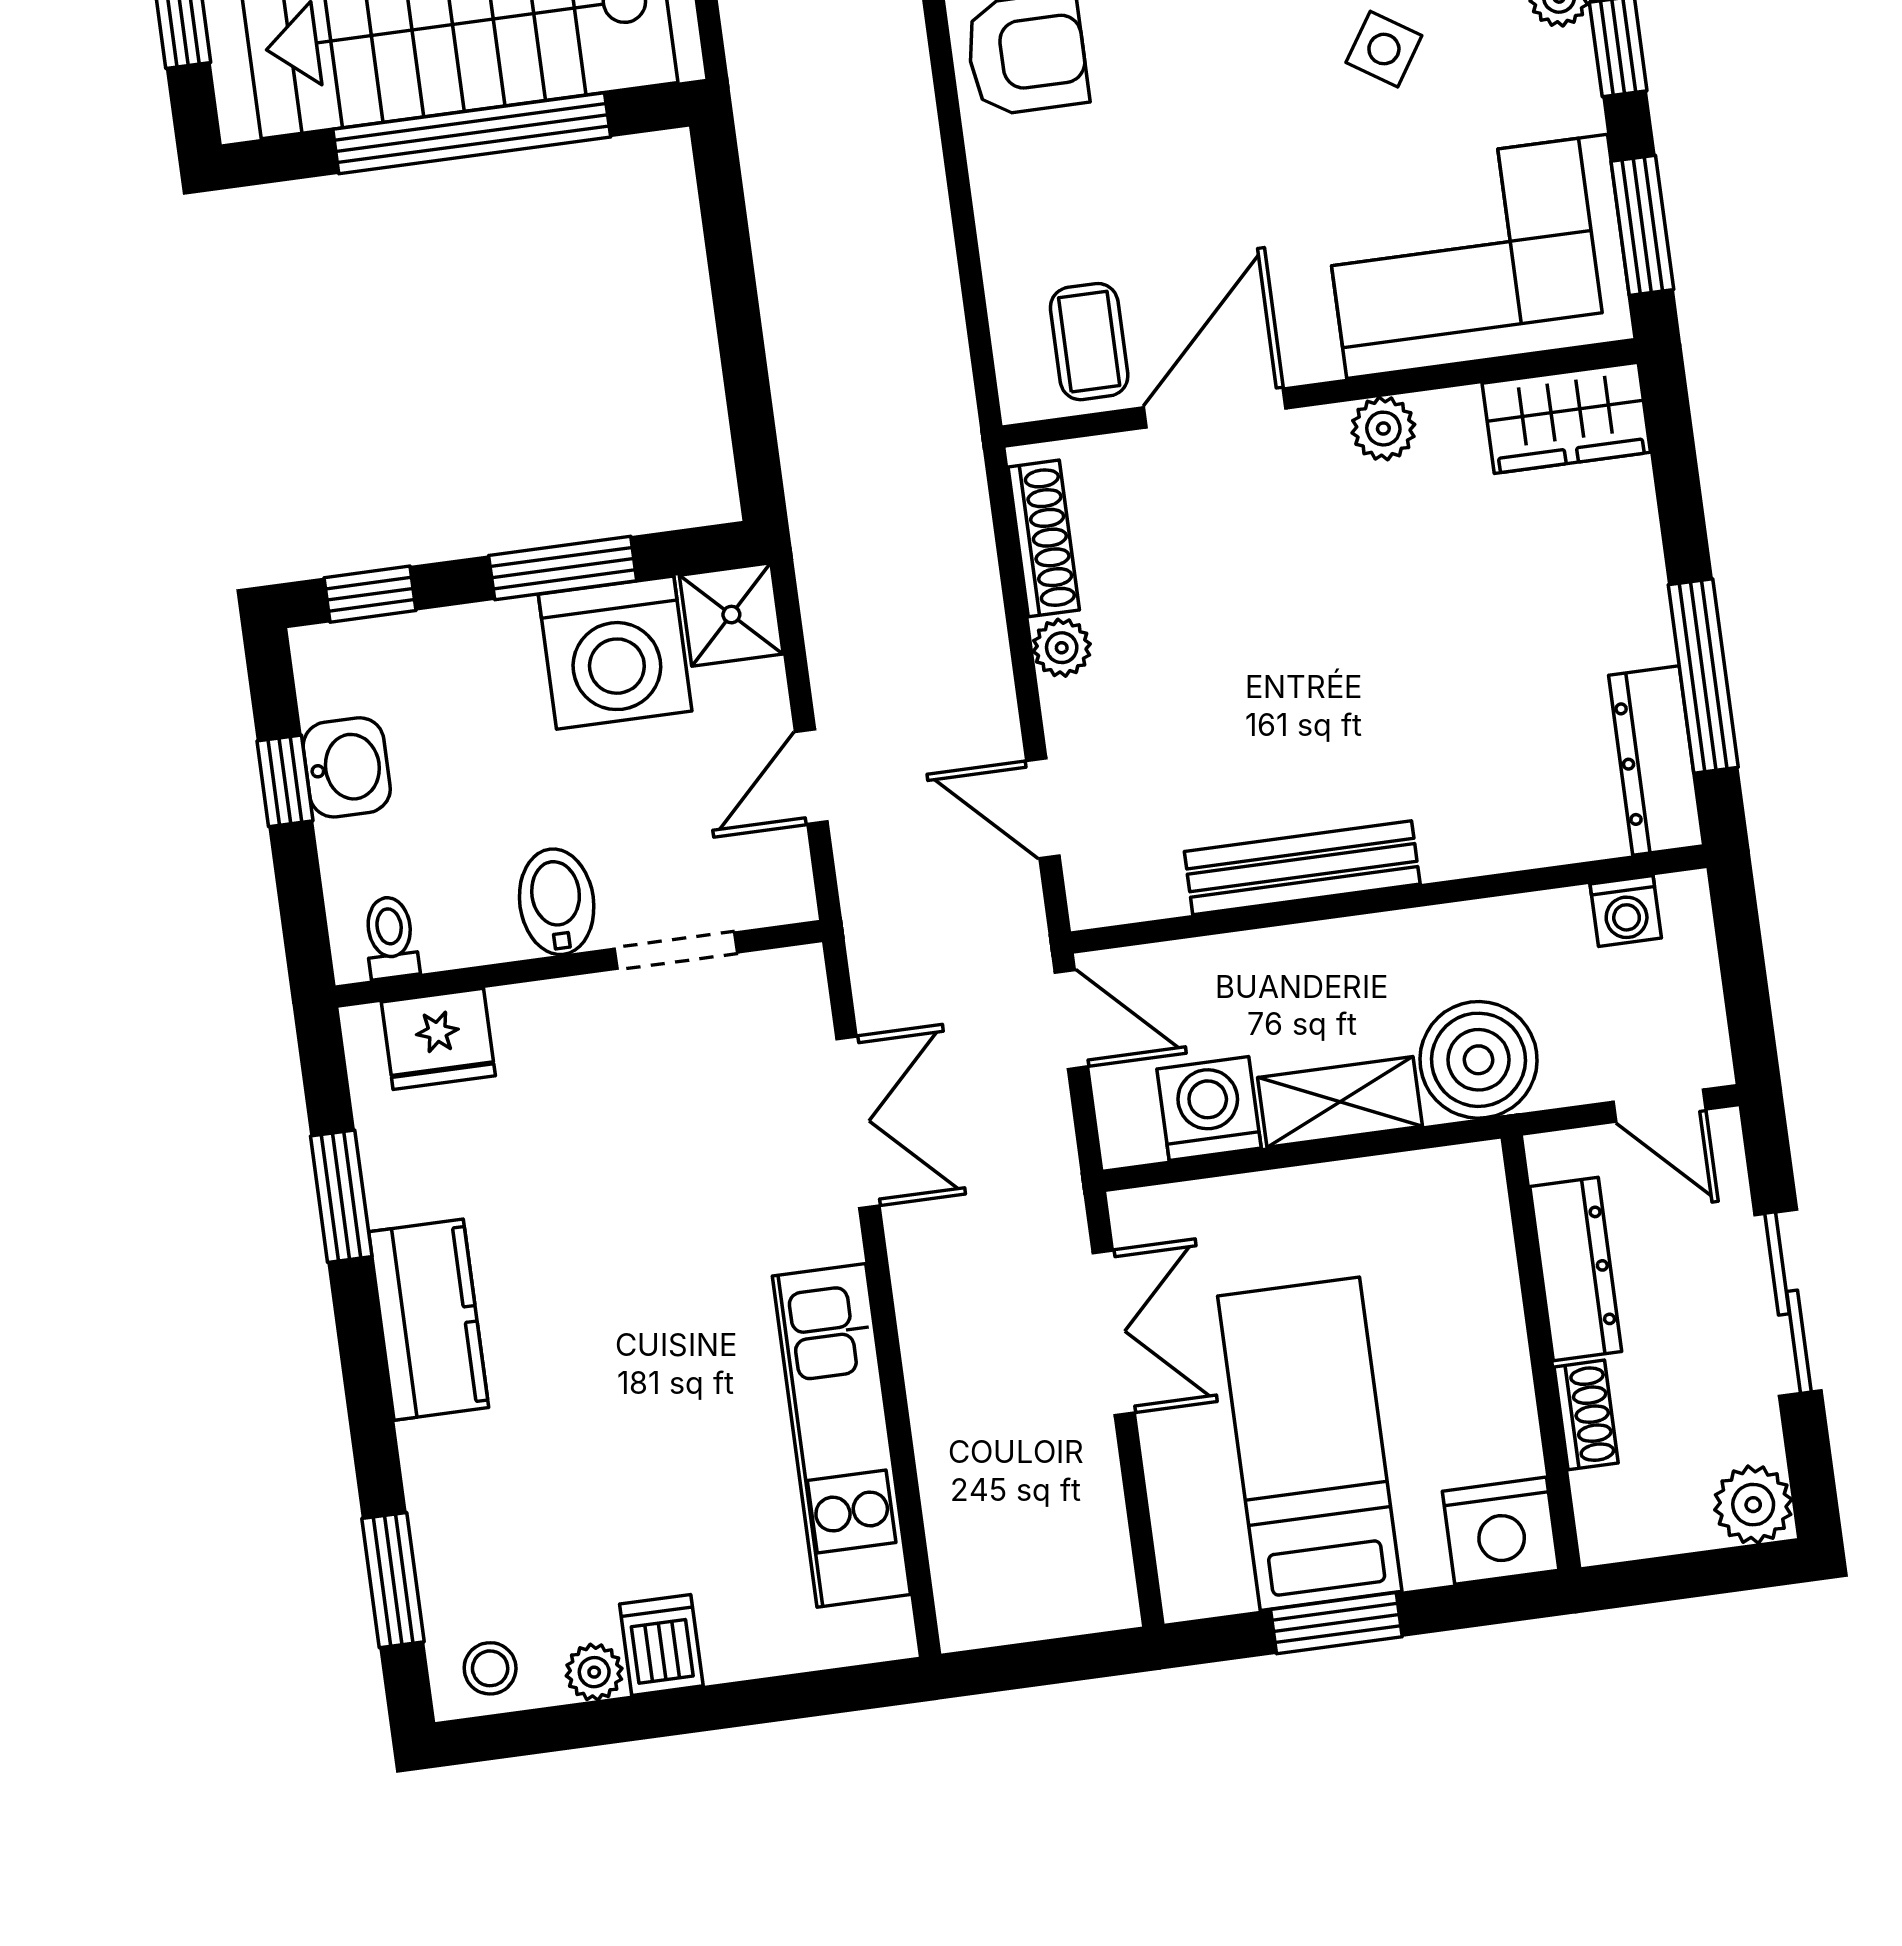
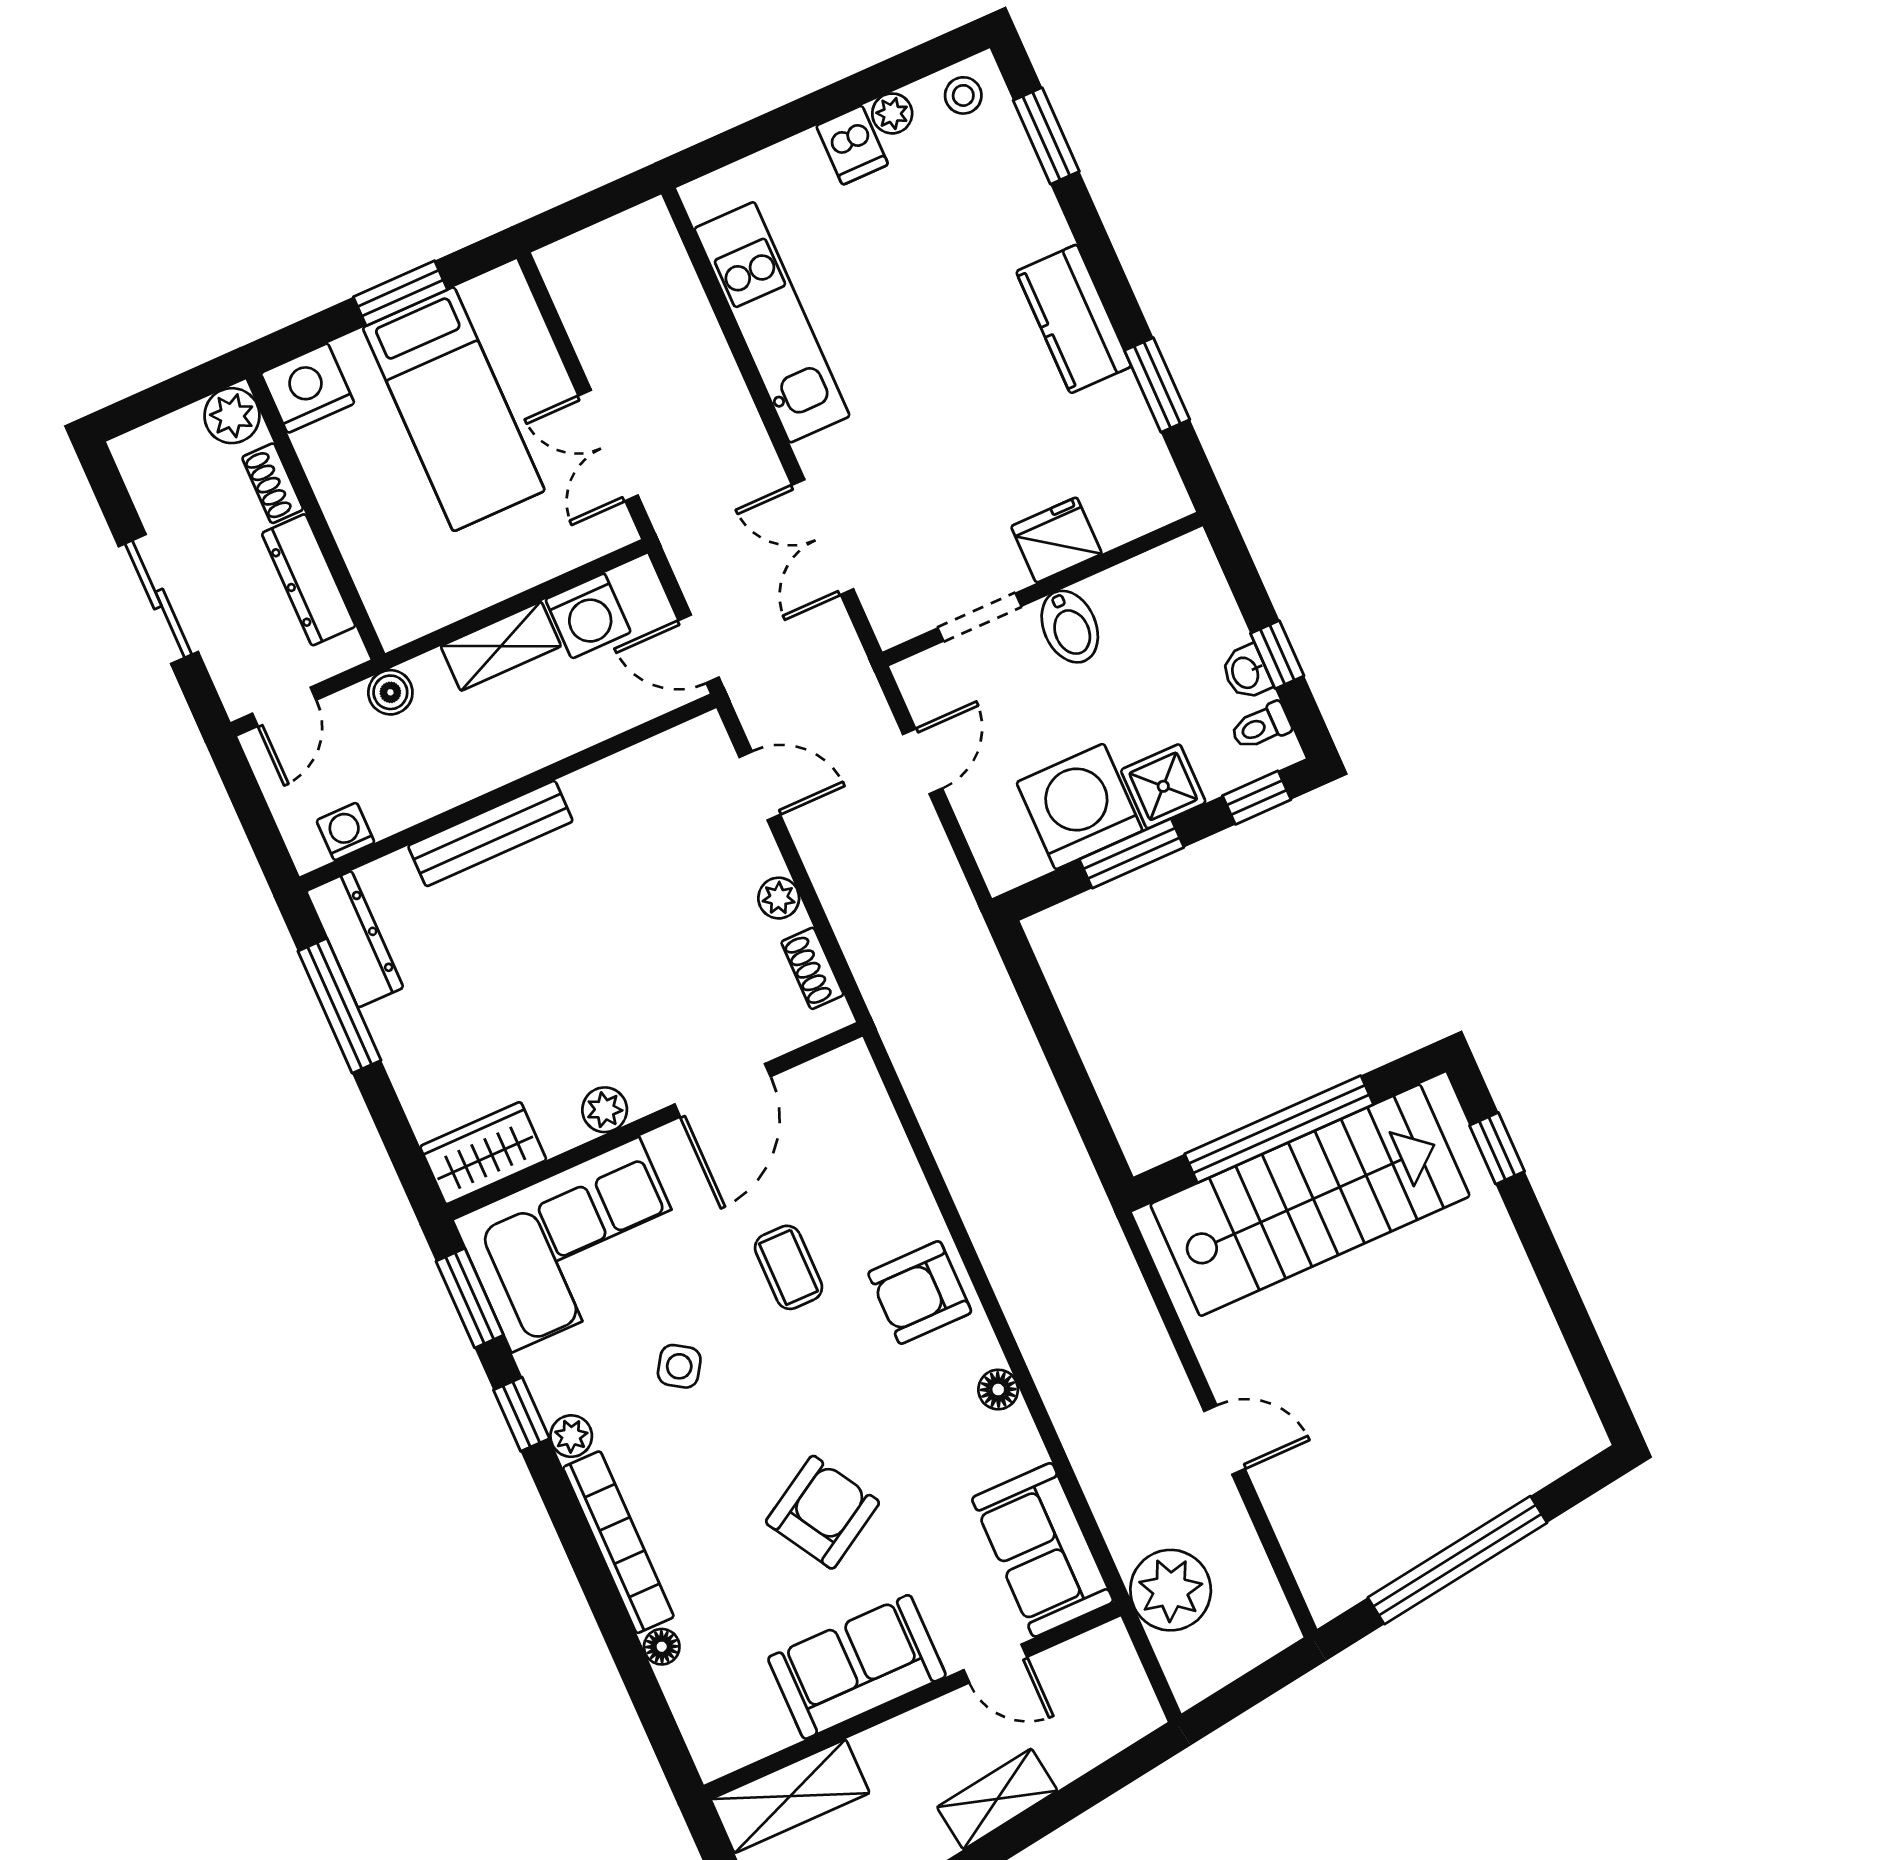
coffee table: (1089, 342) -> (789, 1267), moved
shoe rack: (1044, 538) -> (812, 968), width x0.70
shower: (731, 615) -> (1163, 786), moved
washbasin: (347, 767) -> (1246, 672), width x0.72, depth x0.69
bench: (1302, 868) -> (490, 834), moved
toilet: (391, 937) -> (1261, 726), moved, turned 90
fridge: (438, 1039) -> (1056, 540), moved
boiler: (1479, 1060) -> (390, 692), width x0.54, depth x0.54
door: (1660, 1106) -> (284, 707), swing flipped
plant: (1753, 1505) -> (232, 416), moved

